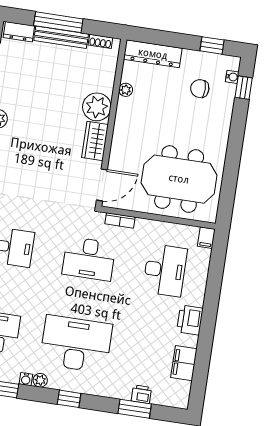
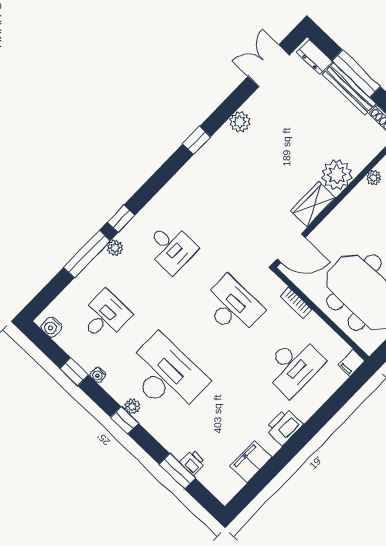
bookcase: (120, 220) -> (296, 303), moved
desk: (89, 259) -> (232, 307), turned 180
plant: (40, 380) -> (132, 406), moved

